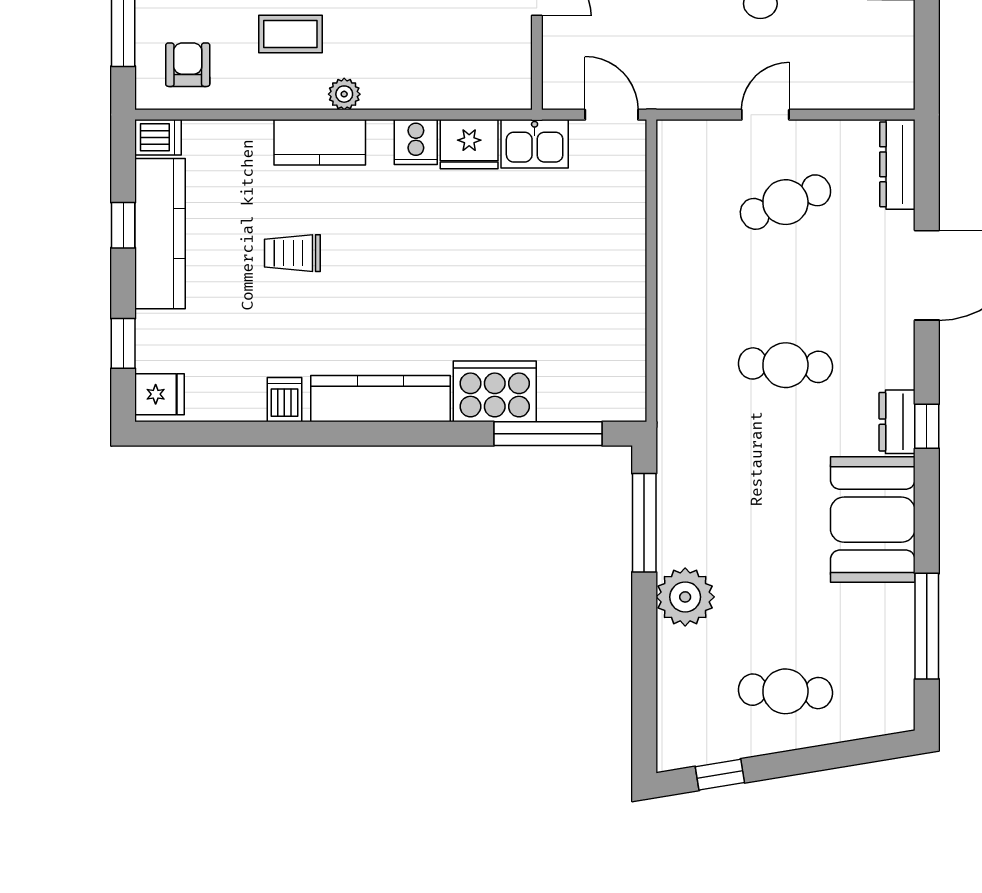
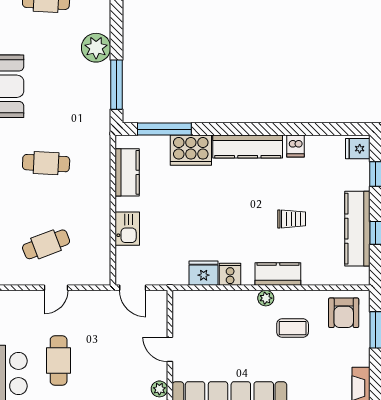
armchair: (188, 65) -> (344, 313), width x1.38, depth x1.38
dishwasher: (158, 137) -> (358, 277), removed
kitchen sink: (535, 144) -> (127, 229), moved, turned 90
kitchen counter: (623, 347) -> (127, 172), added

